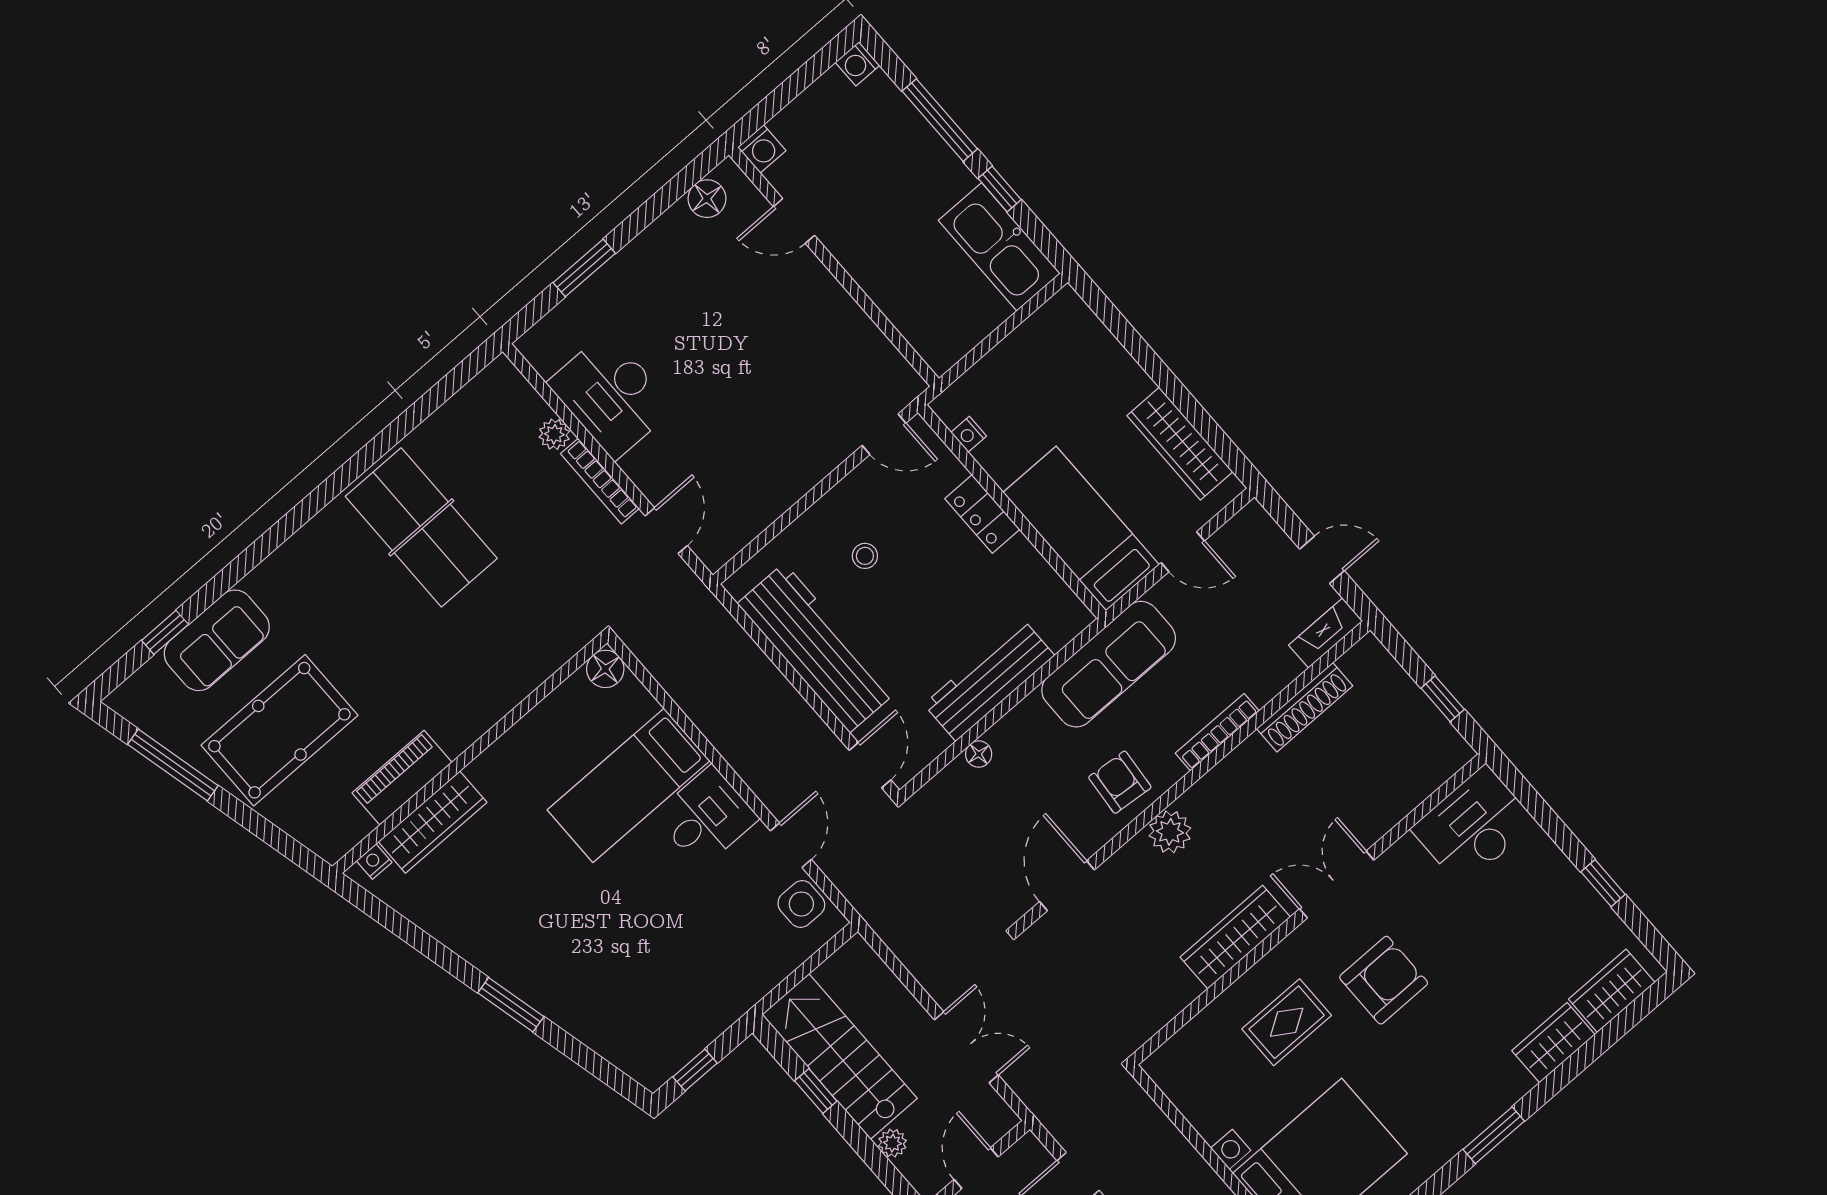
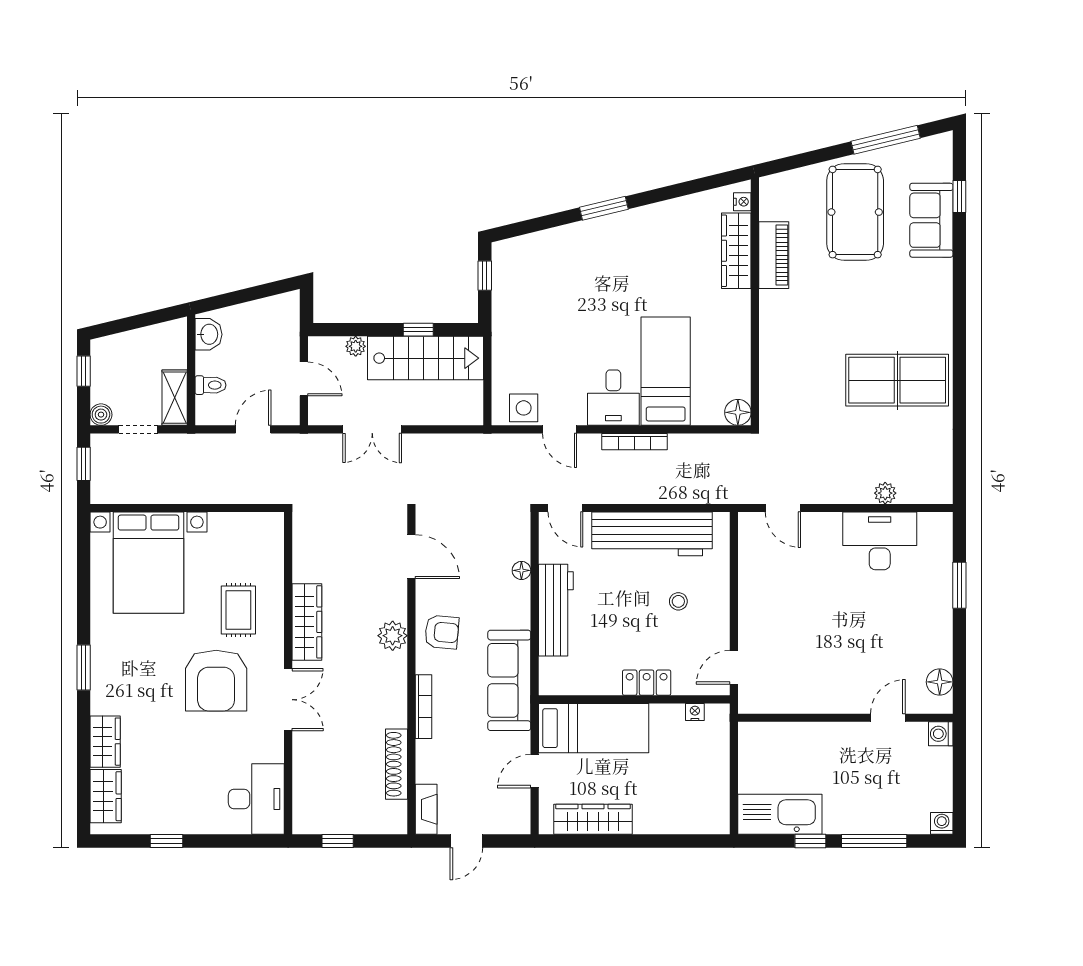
bookcase: (600, 481) -> (634, 442), moved, turned 180
armchair: (1384, 980) -> (216, 681), width x1.36, depth x1.36

